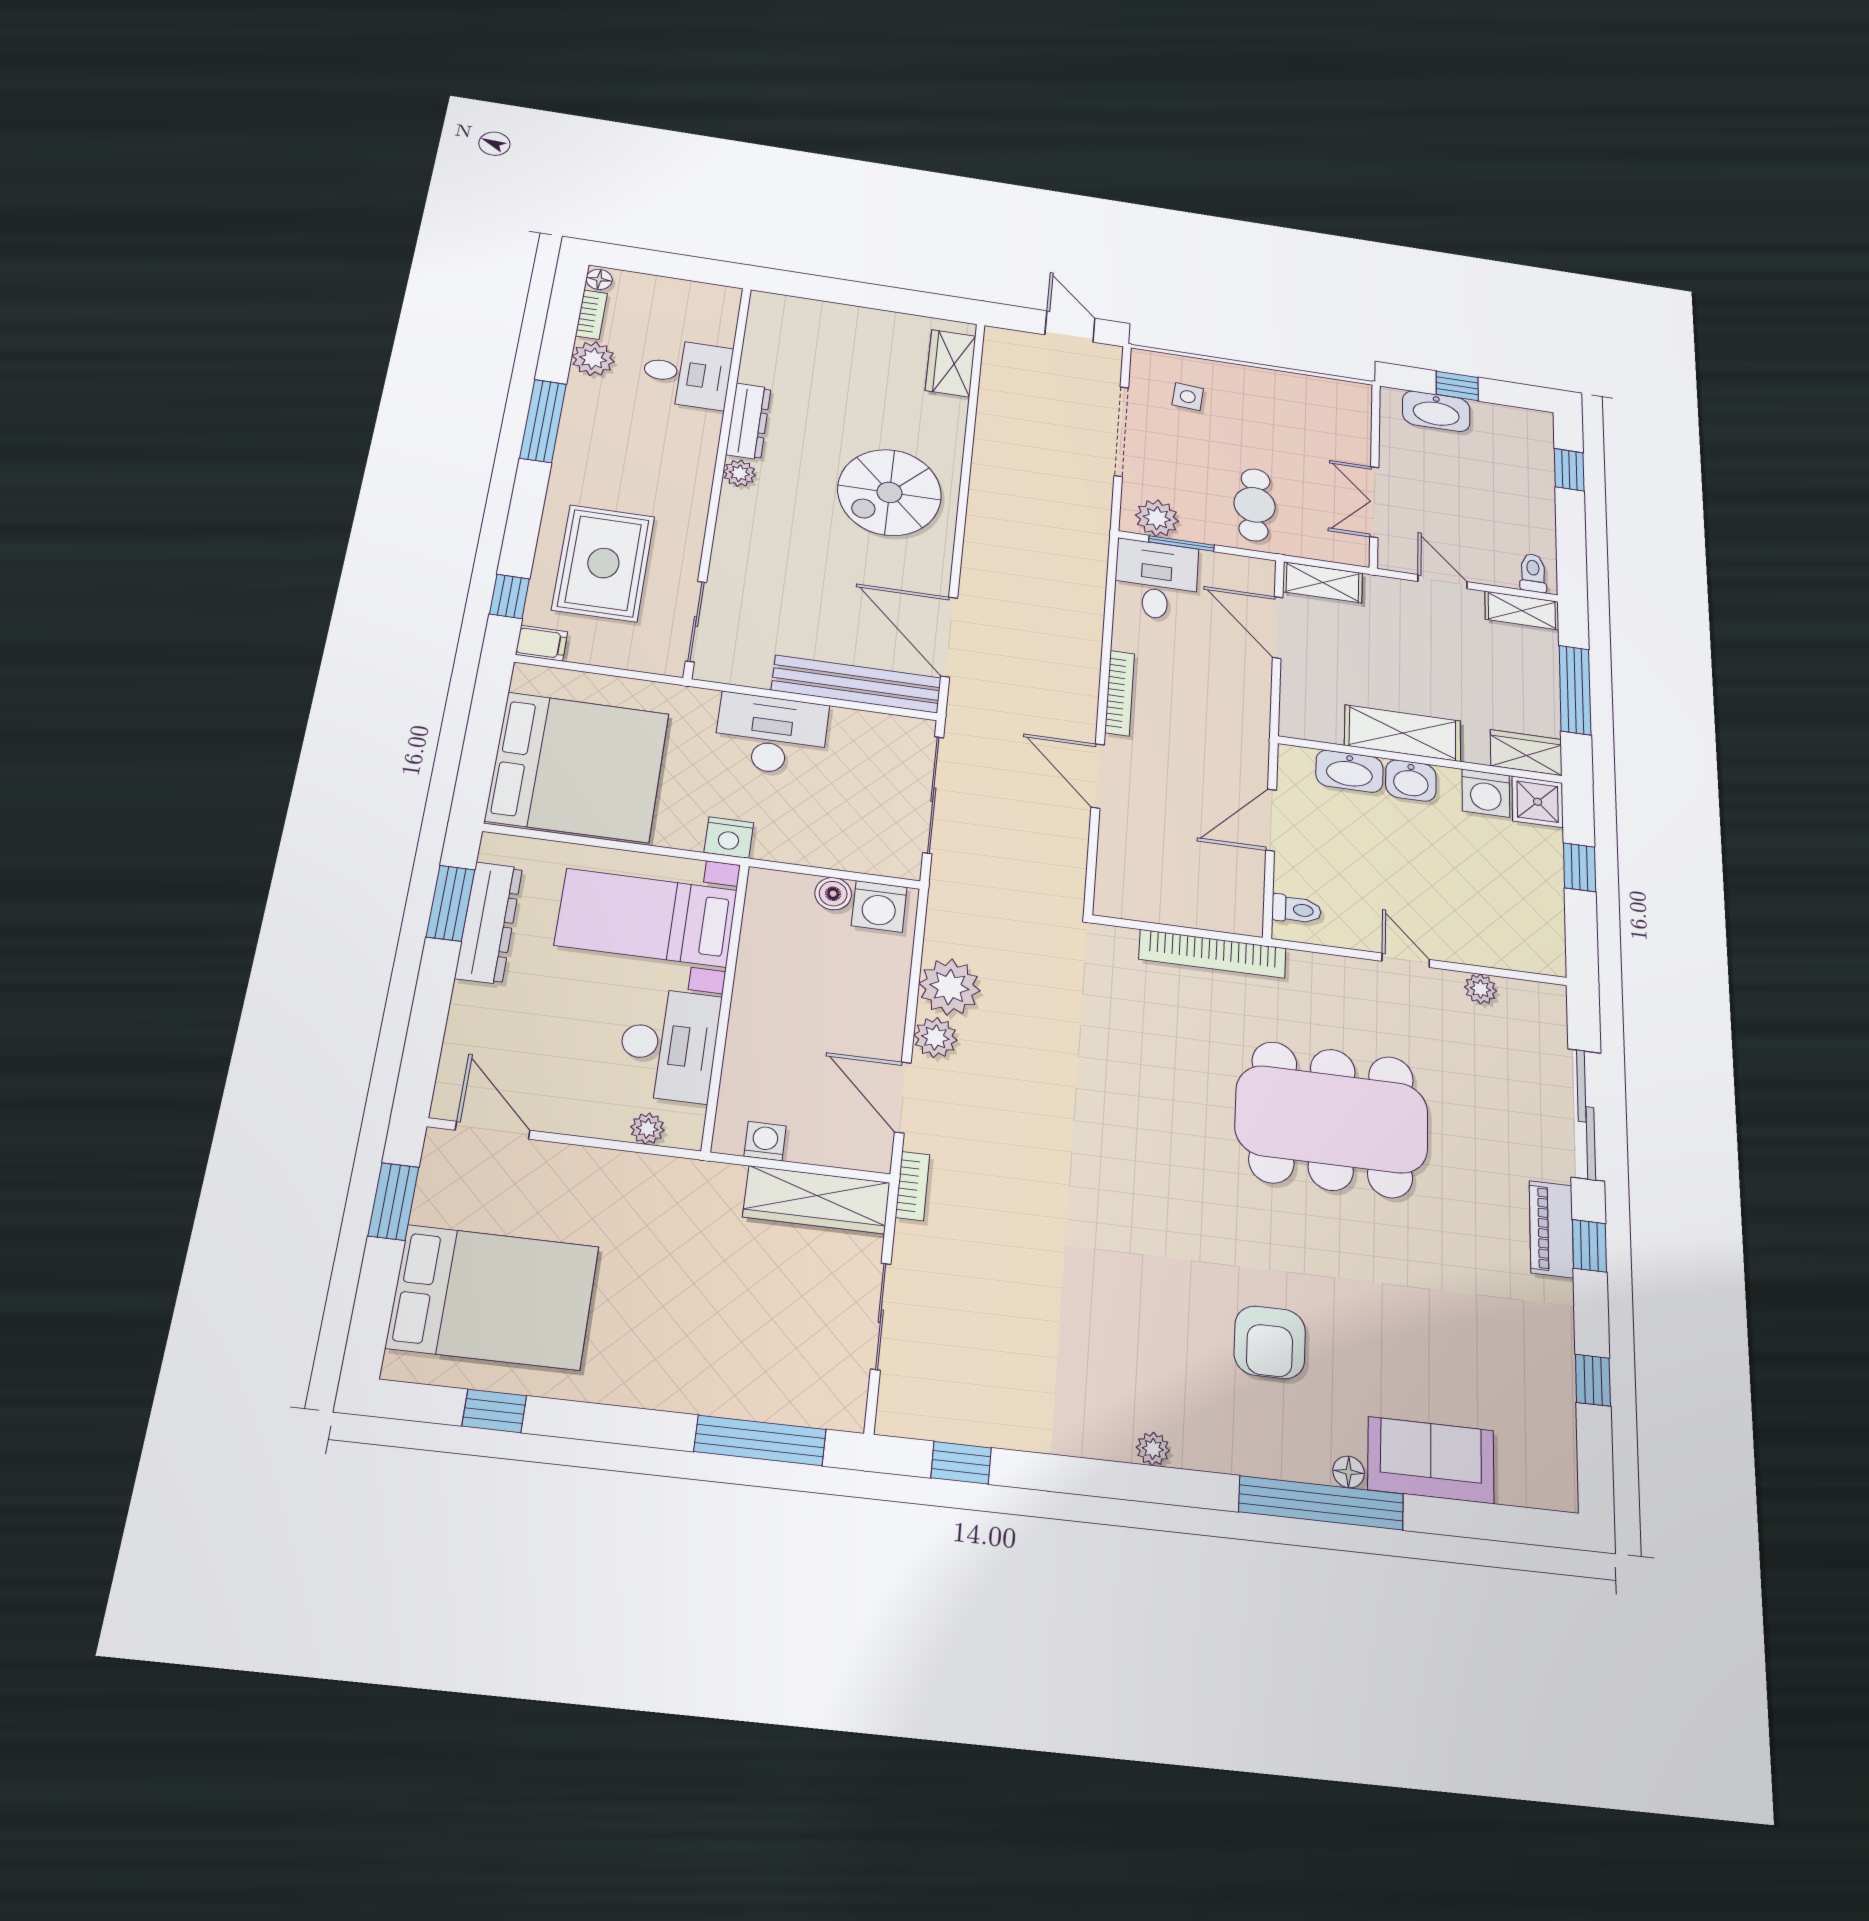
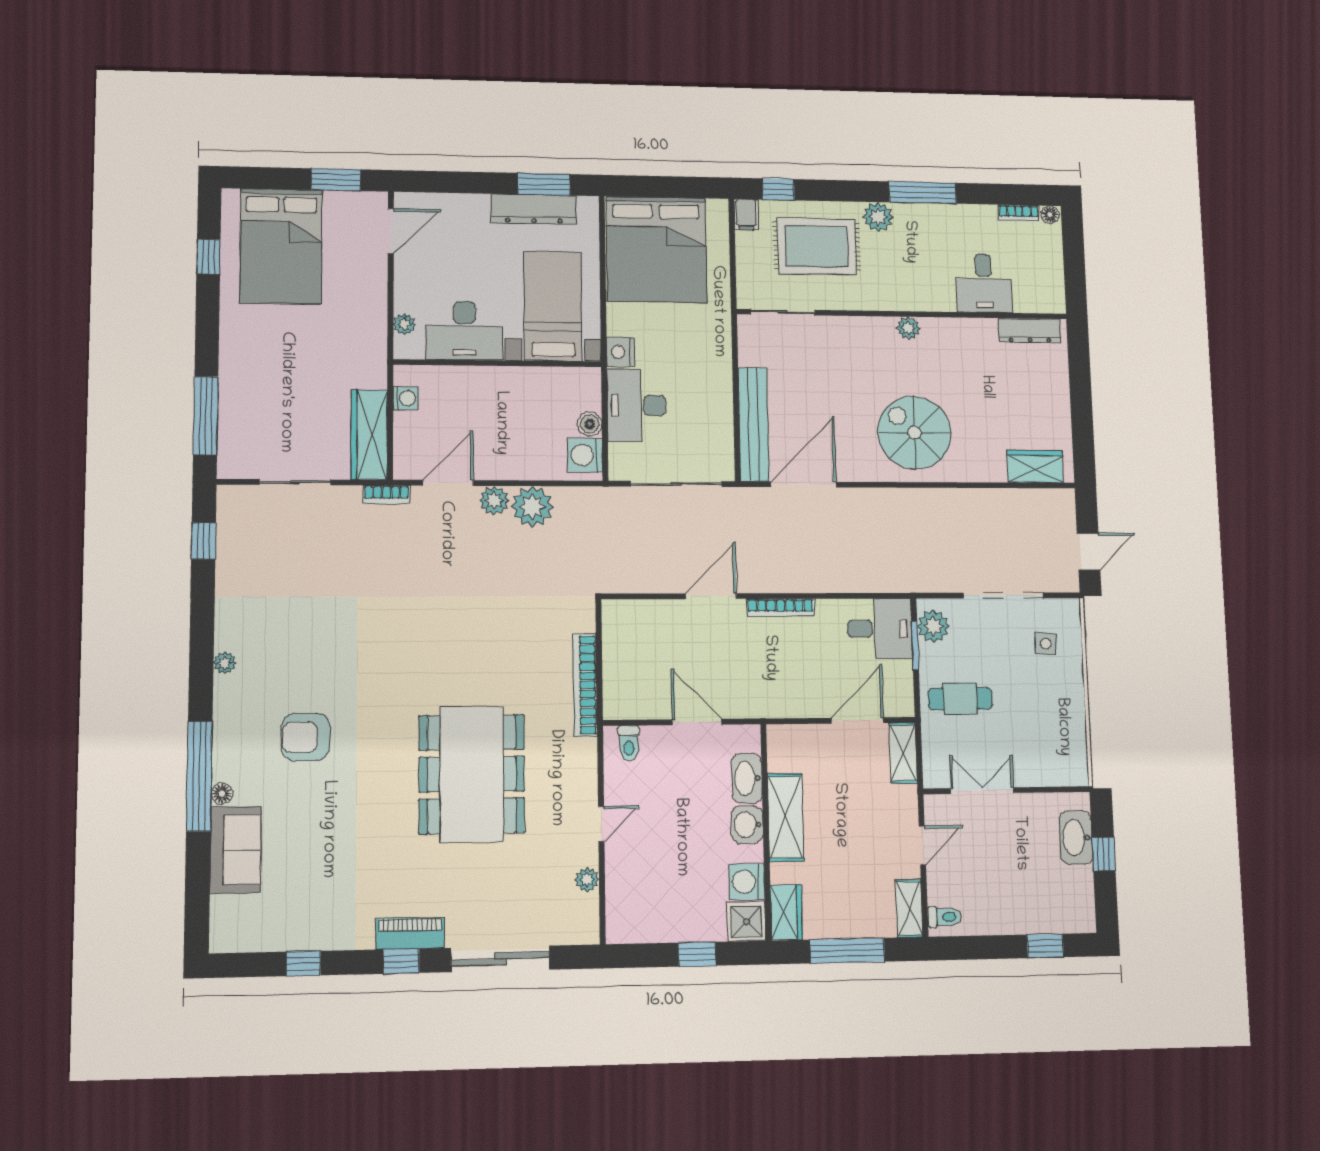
plant: (593, 359) -> (878, 217), moved
dresser: (748, 421) -> (1030, 331), moved
desk: (771, 734) -> (637, 405), moved, turned 180

